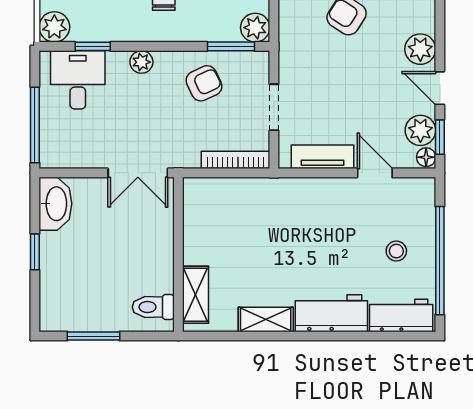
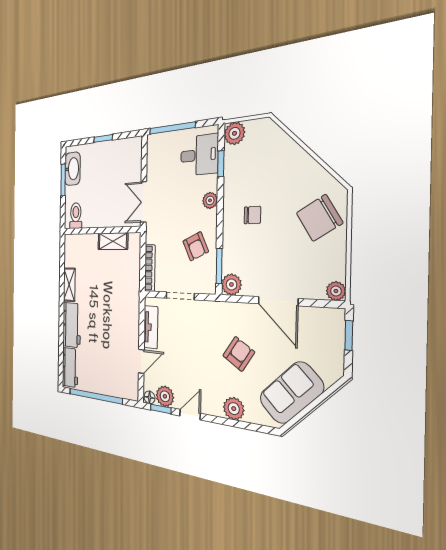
plant: (420, 49) -> (234, 409), moved
washbasin: (55, 204) -> (72, 169), moved, turned -90
stool: (396, 251) -> (100, 369), removed
shelving: (195, 295) -> (113, 241), moved

